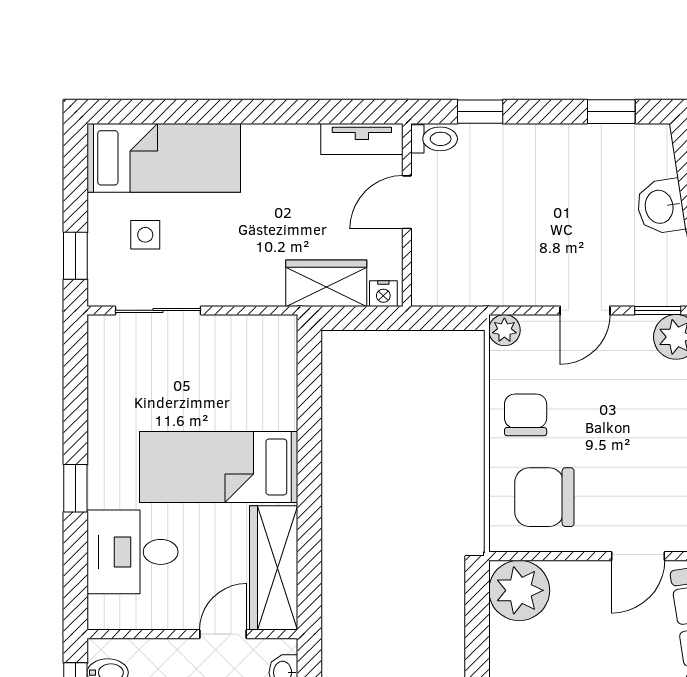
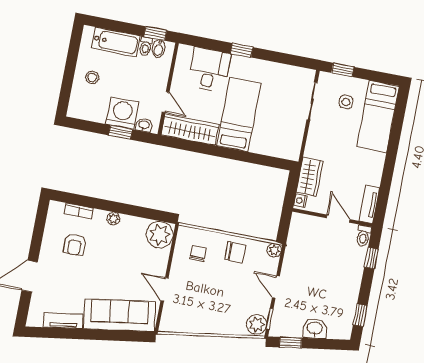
chair: (544, 497) -> (198, 254), width x0.54, depth x0.54

